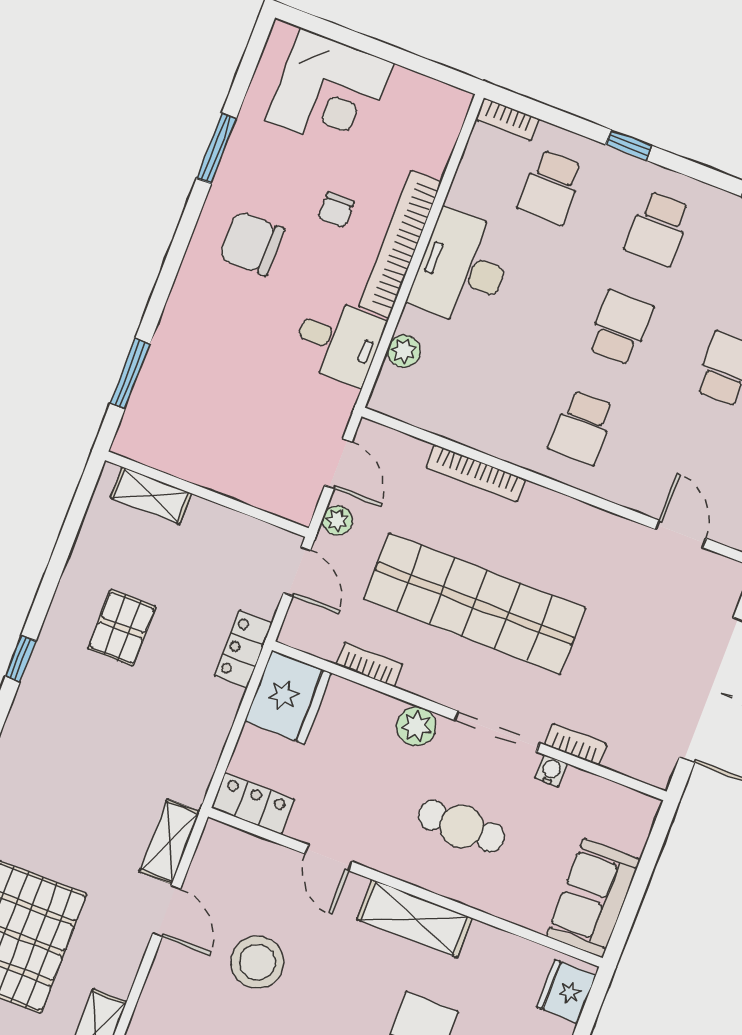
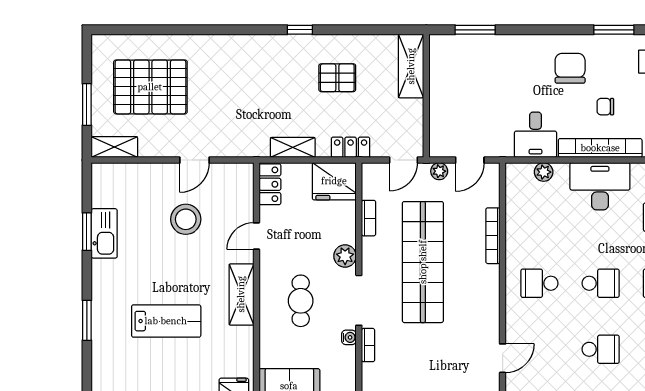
shelving: (151, 495) -> (411, 66), width x1.50, depth x1.33
shelving: (170, 842) -> (293, 147), moved

